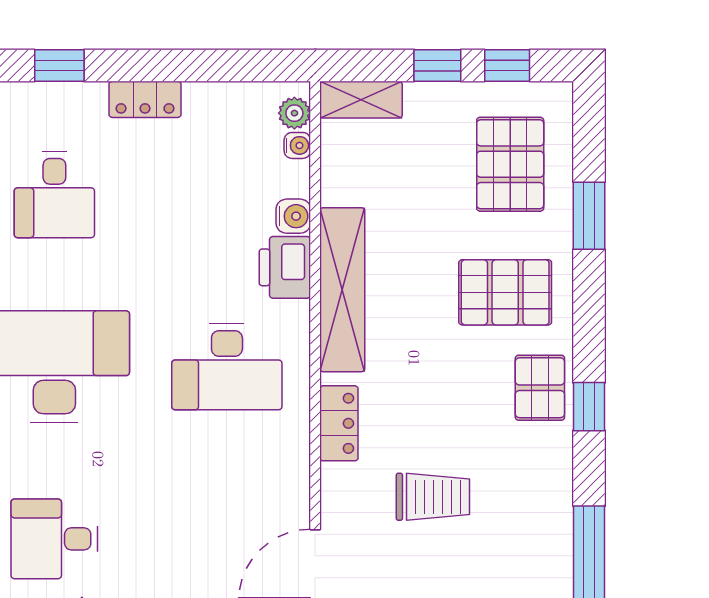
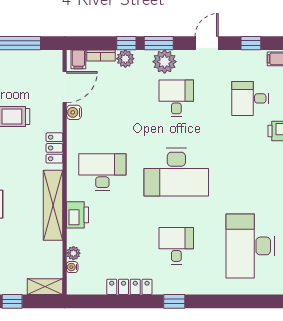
locker: (145, 99) -> (129, 287), width x1.53
plant: (294, 113) -> (73, 253), moved
water cooler: (293, 216) -> (74, 112), moved
desk: (54, 539) -> (176, 98), turned -90

